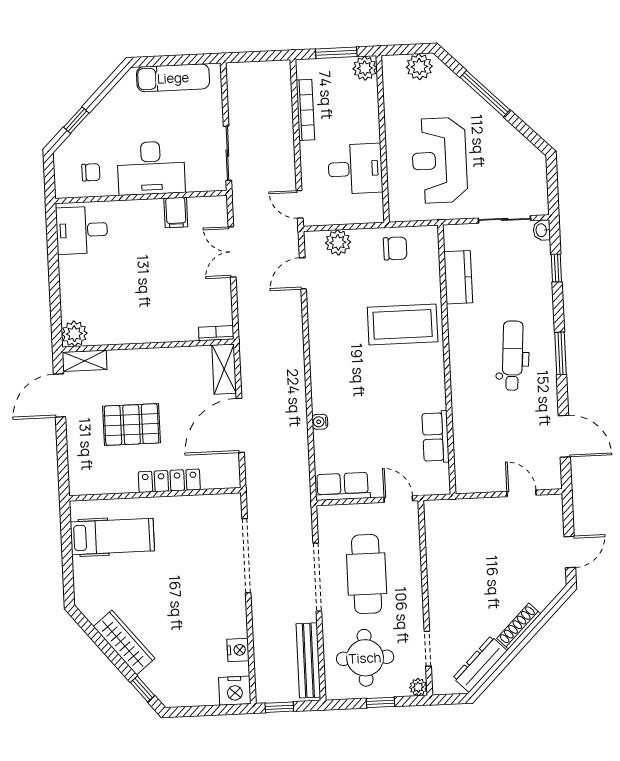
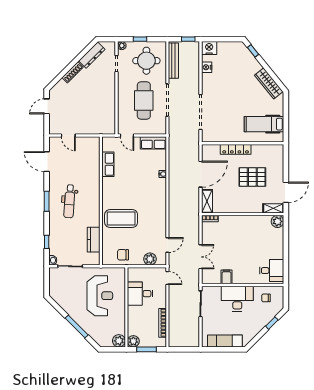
plant: (419, 67) -> (119, 341), moved
wardrobe: (124, 642) -> (269, 83), moved

